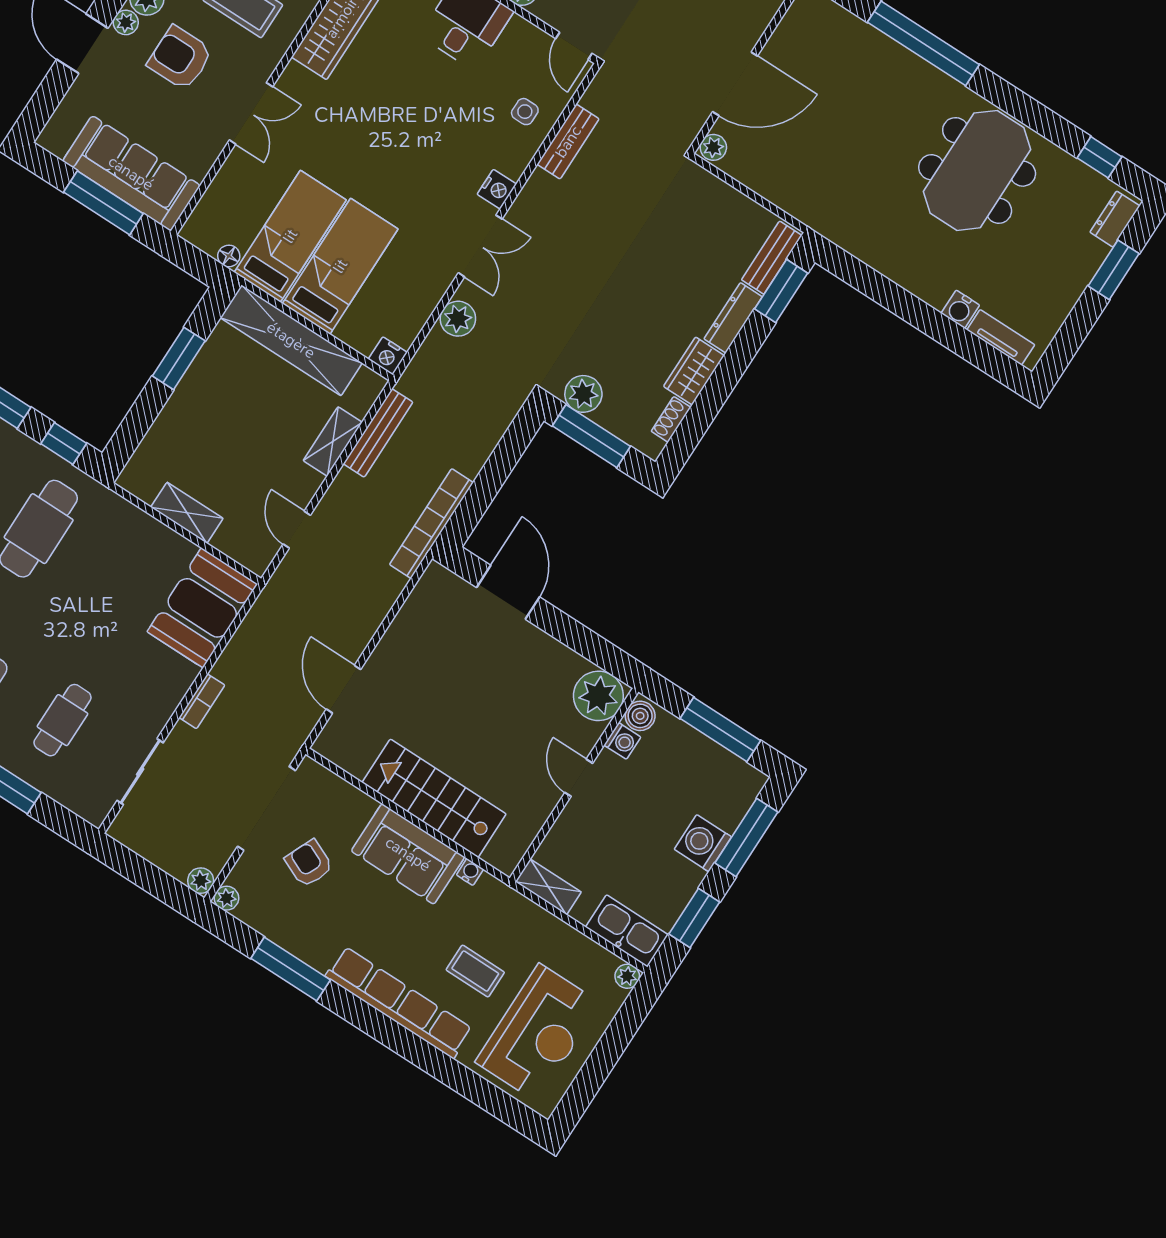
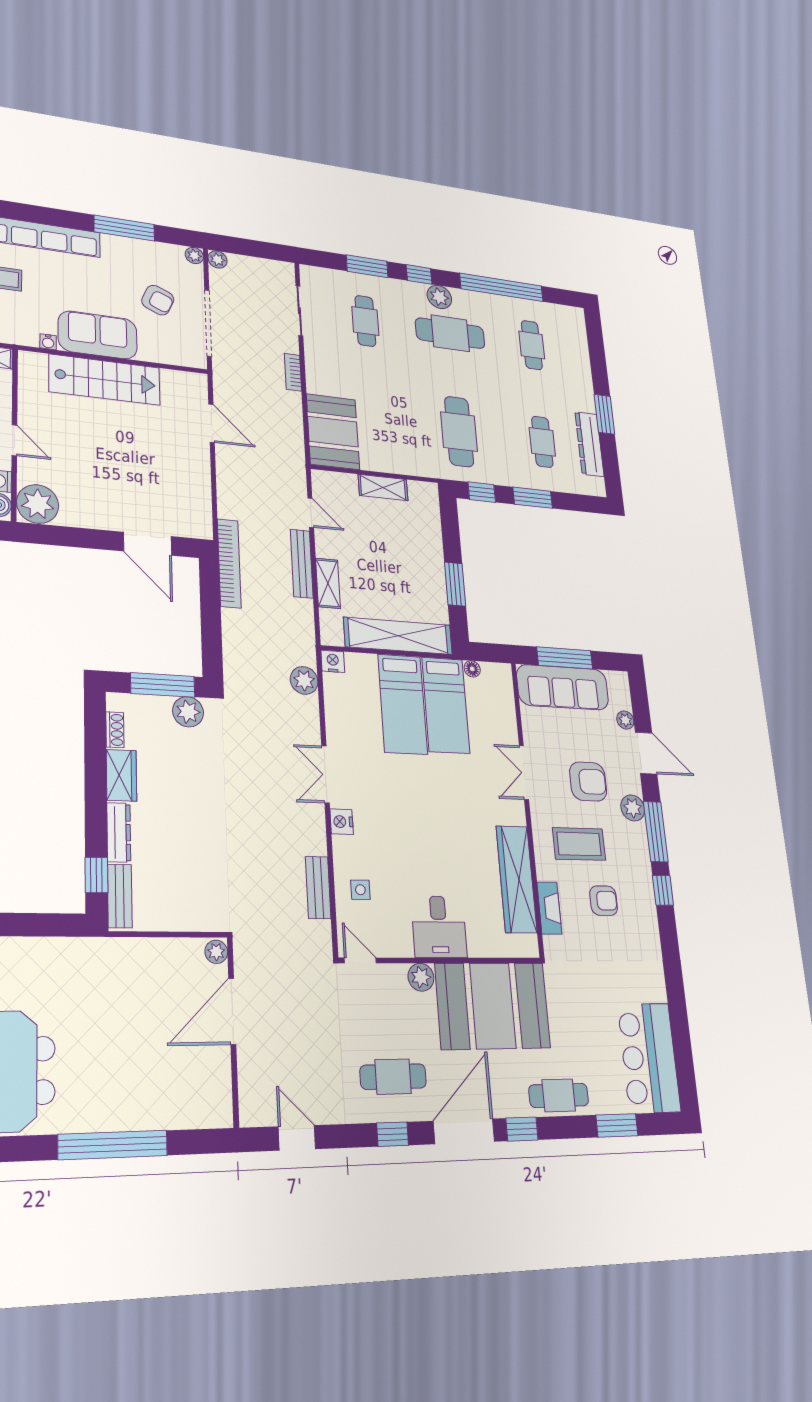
plant: (126, 22) -> (625, 720), moved
window: (781, 291) -> (96, 875), width x0.67
plant: (458, 319) -> (304, 680), moved
bench: (378, 433) -> (302, 564), moved

